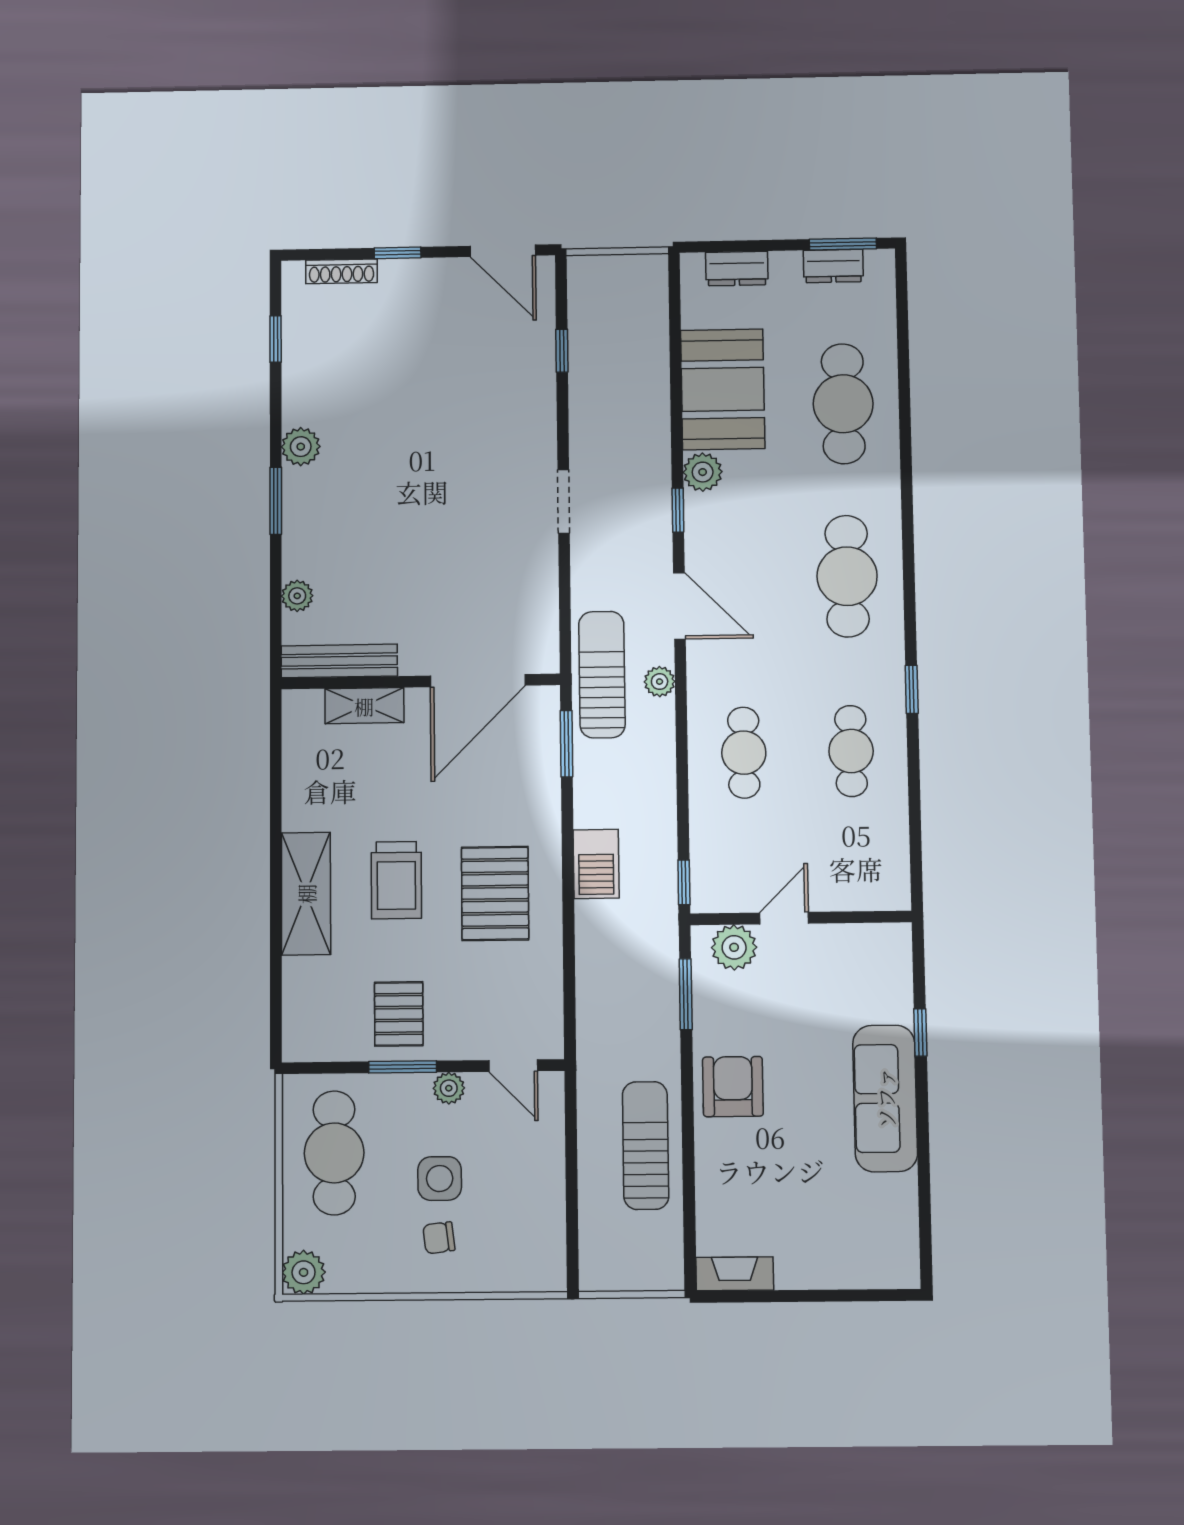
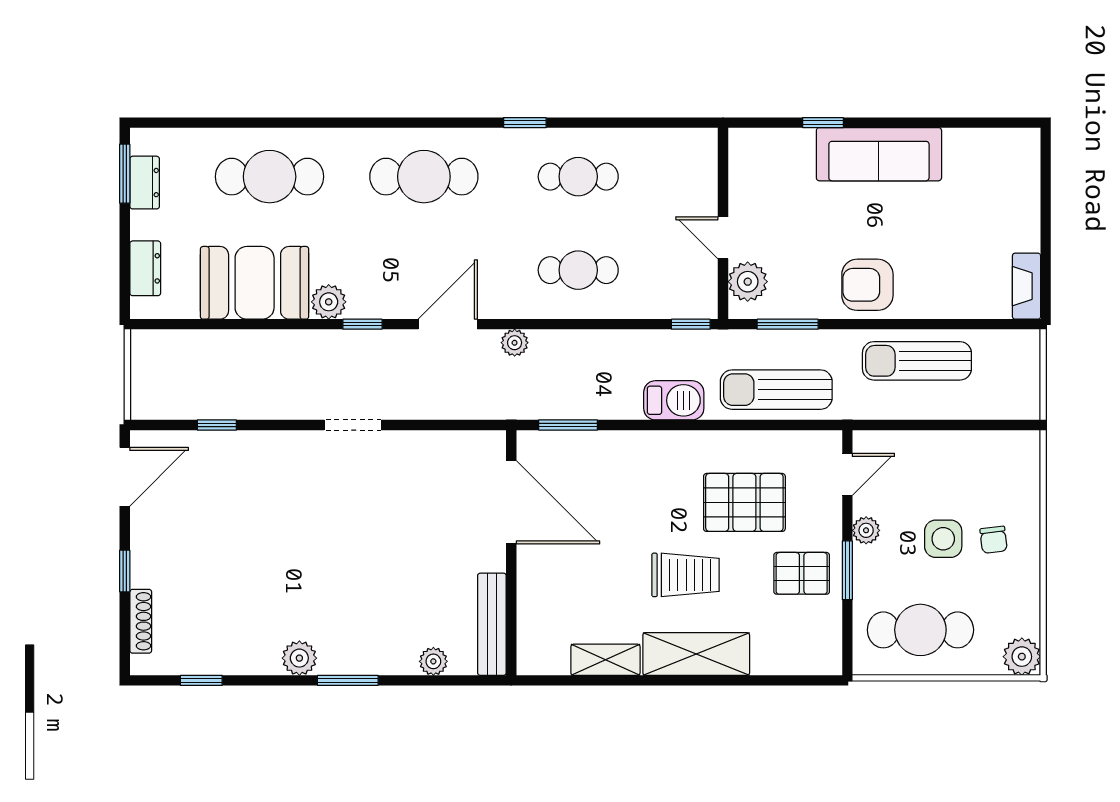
sun lounger: (602, 675) -> (776, 390), moved
shelving: (364, 706) -> (605, 660), moved, turned 90
pallet: (495, 893) -> (744, 502), moved

